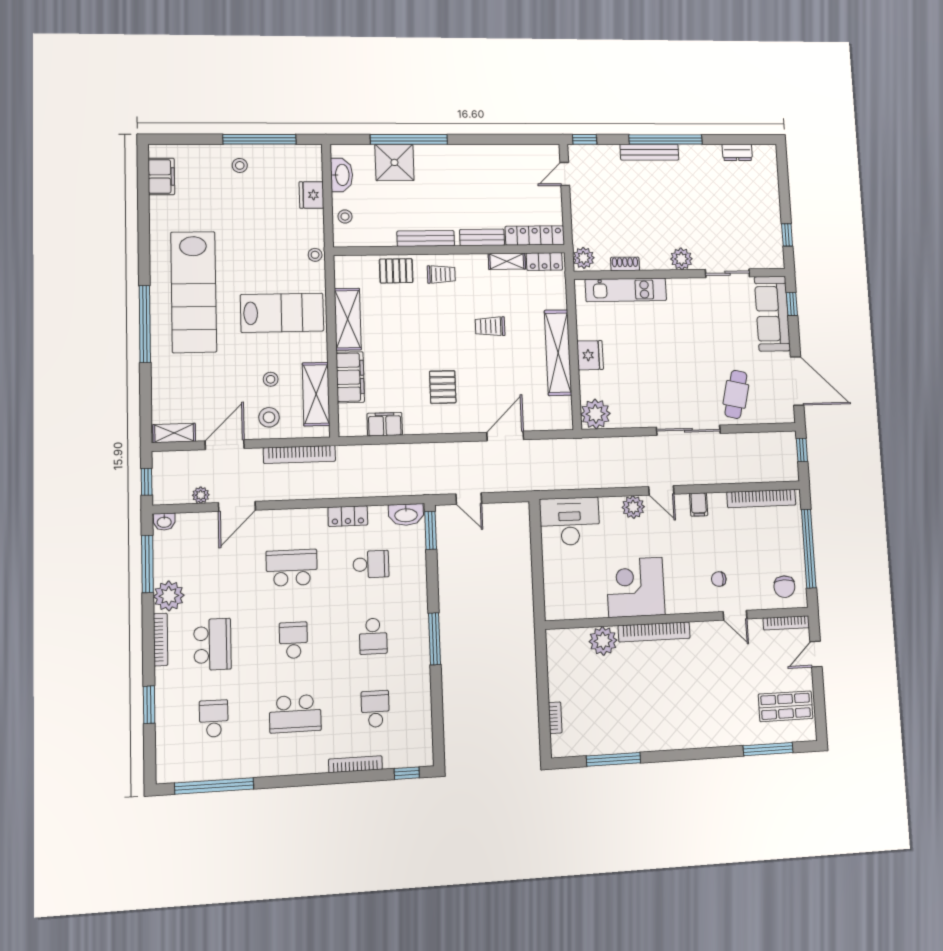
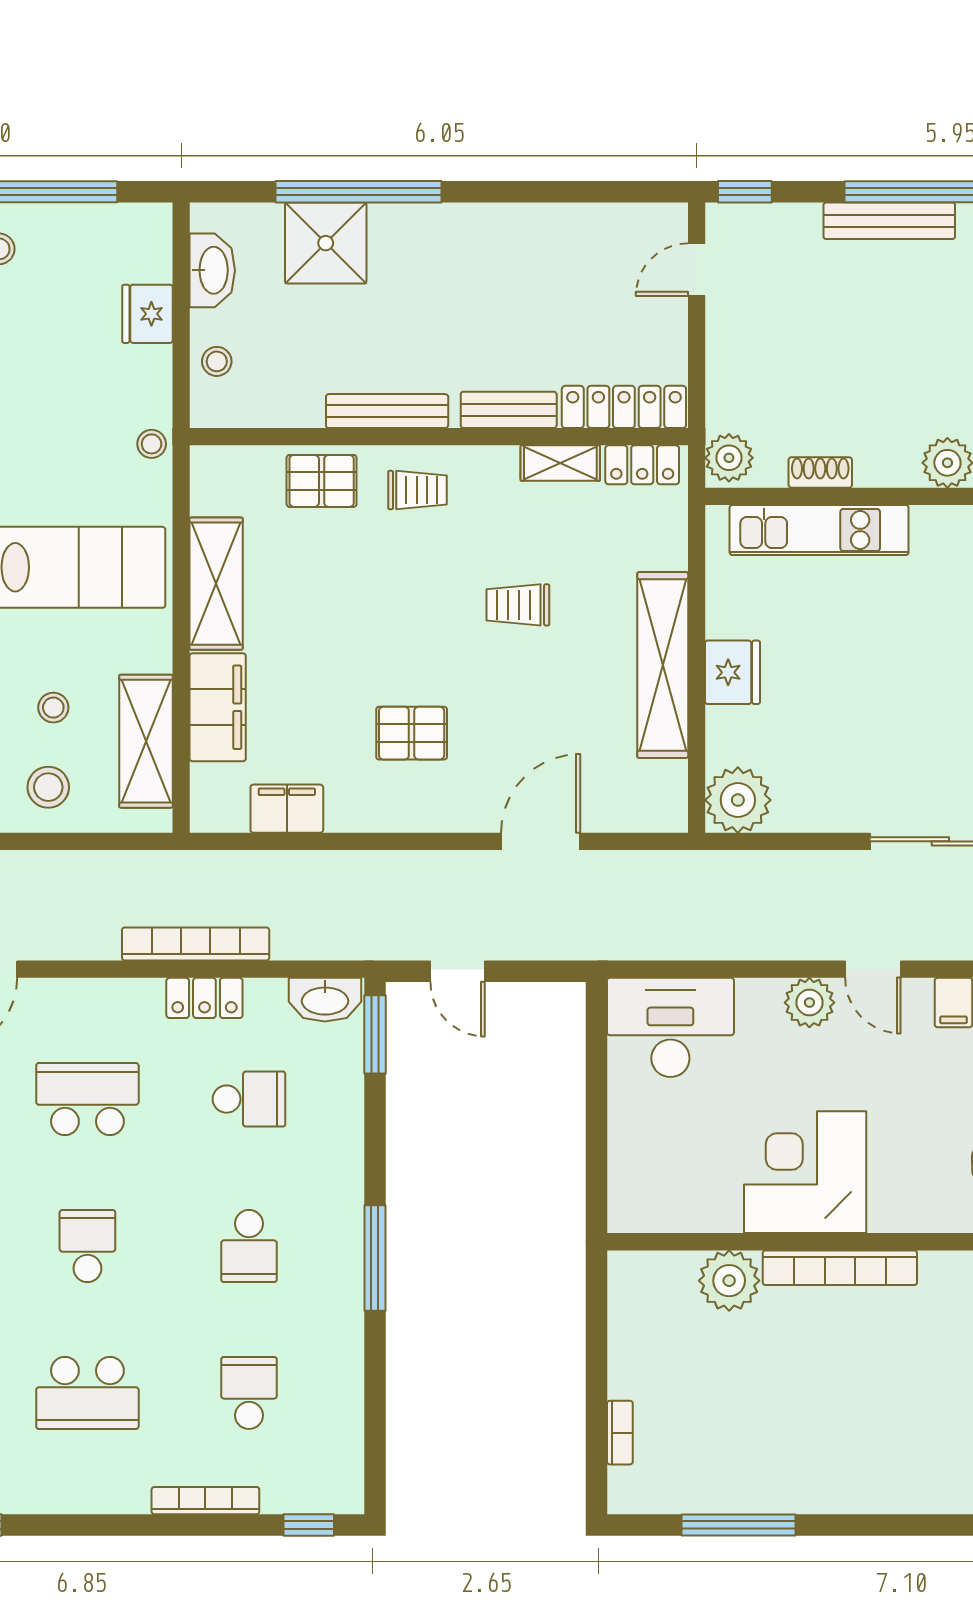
pallet: (443, 387) -> (412, 733), turned 90
bookcase: (299, 454) -> (196, 944), moved, turned 180

